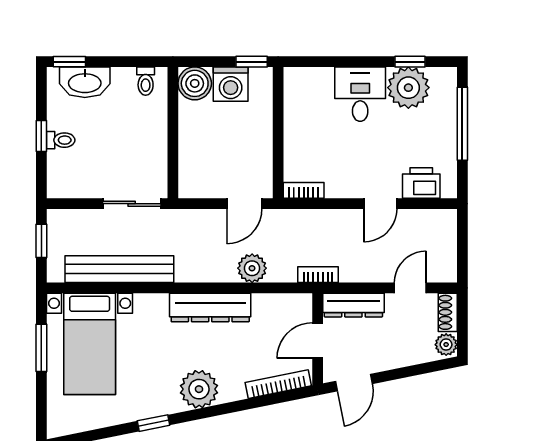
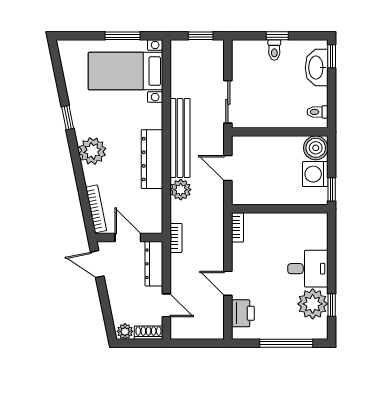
door: (244, 204) -> (228, 168), moved
bench: (119, 269) -> (180, 138), moved

